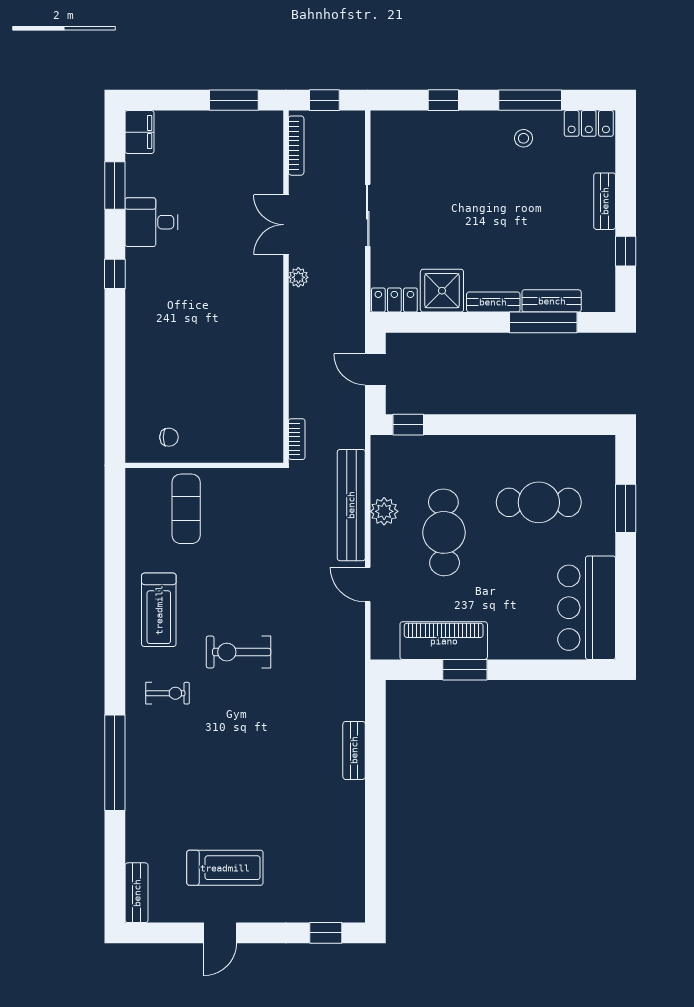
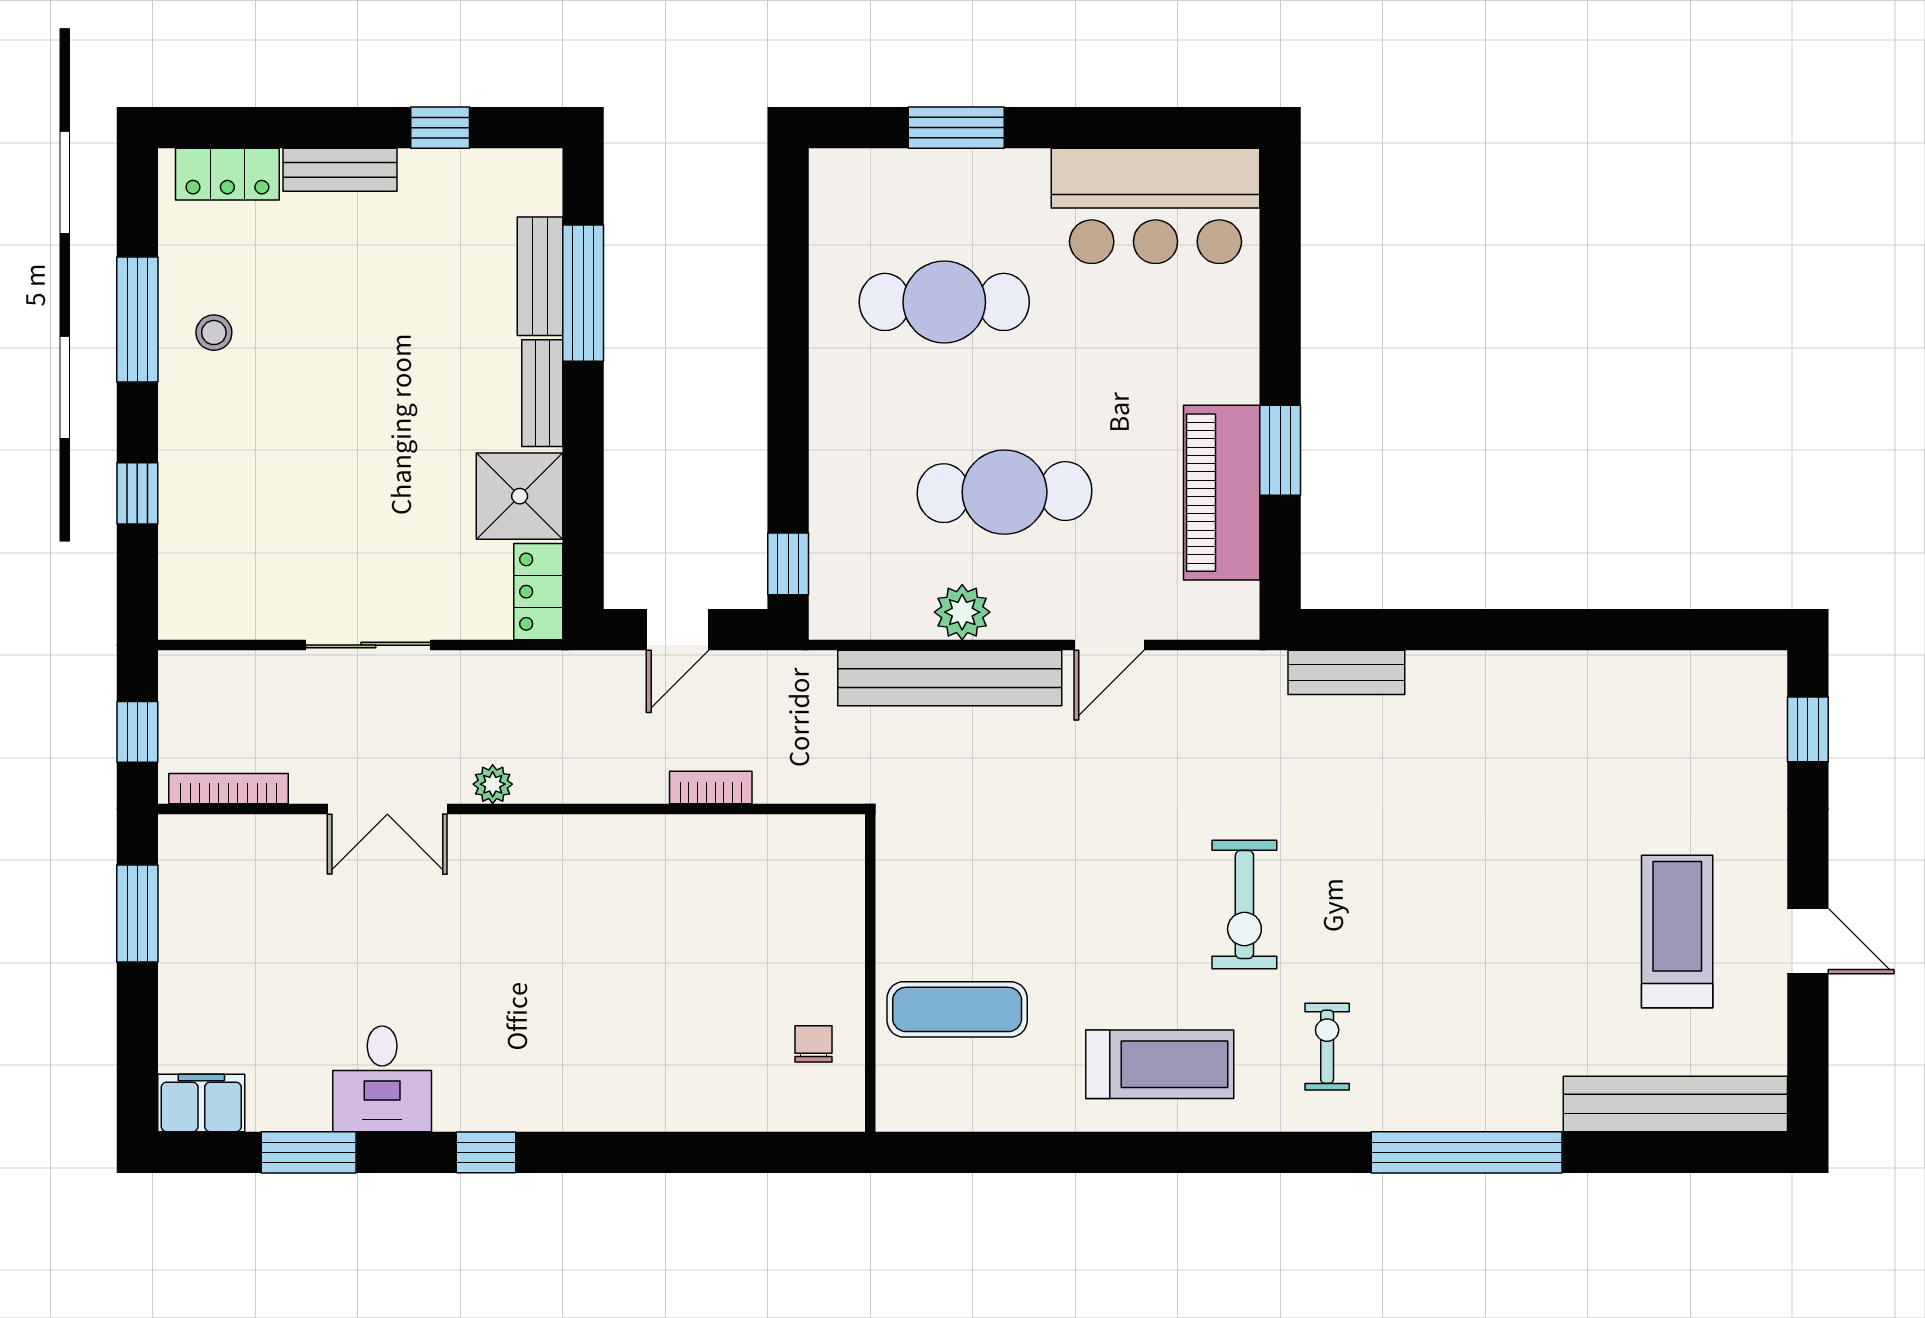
locker: (589, 123) -> (227, 174), moved, turned 90
bookcase: (297, 439) -> (711, 787), moved
cafe table: (539, 502) -> (944, 302), turned 90
bench: (354, 750) -> (1346, 672), moved
bench: (137, 893) -> (1675, 1104), width x1.86, depth x1.21

